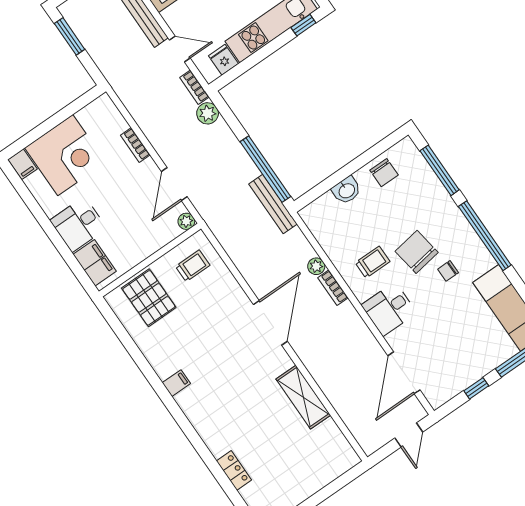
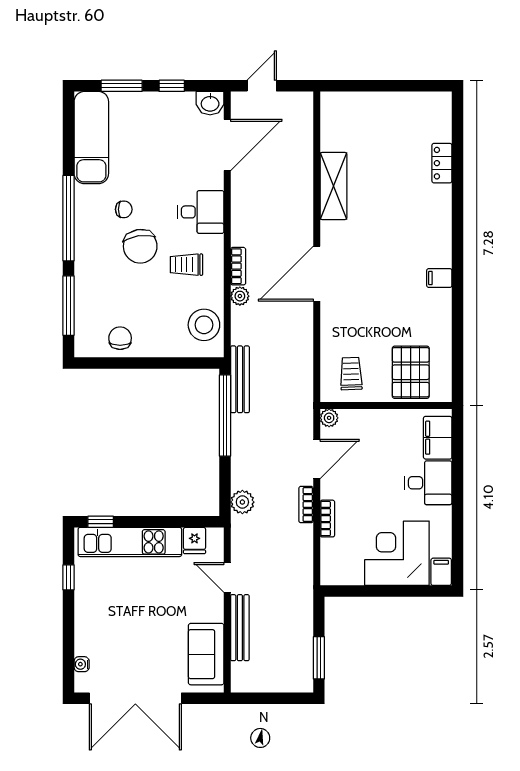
bookcase: (194, 87) -> (306, 505), moved, turned 180
washbasin: (346, 190) -> (210, 103), moved, turned 180
stool: (328, 226) -> (204, 325), added
trolley: (193, 266) -> (351, 374), turned 88

